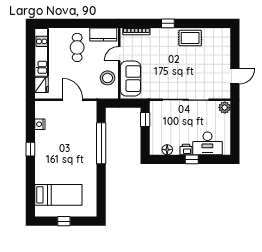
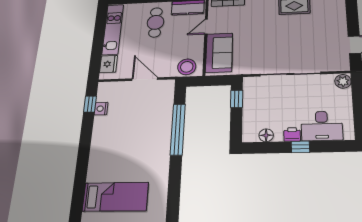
stool: (108, 78) -> (187, 67), moved
window: (30, 149) -> (90, 104), moved

